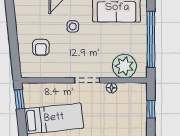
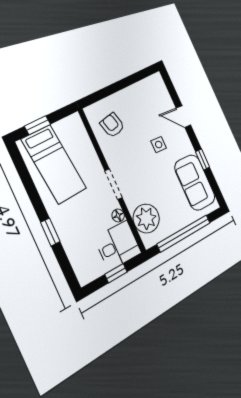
armchair: (41, 47) -> (112, 125), moved, turned 74
desk: (132, 98) -> (118, 245), added
window: (19, 99) -> (38, 125), moved

